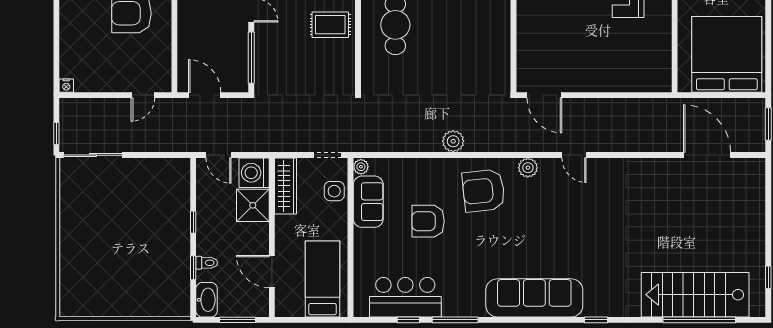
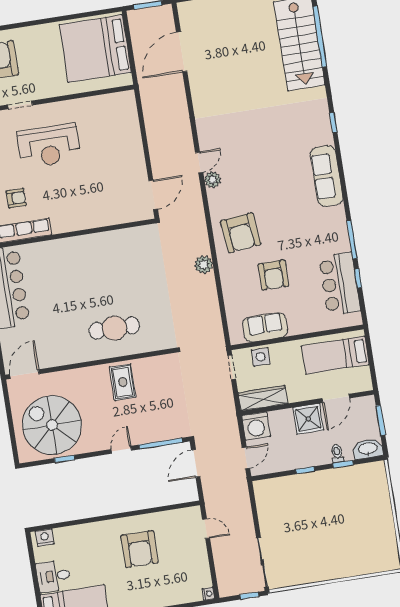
door: (205, 95) -> (196, 463), moved
plant: (361, 167) -> (237, 338), removed
plant: (528, 168) -> (213, 180), moved
shower: (253, 205) -> (308, 419), moved
sofa: (534, 298) -> (327, 176), width x0.74, depth x0.79

